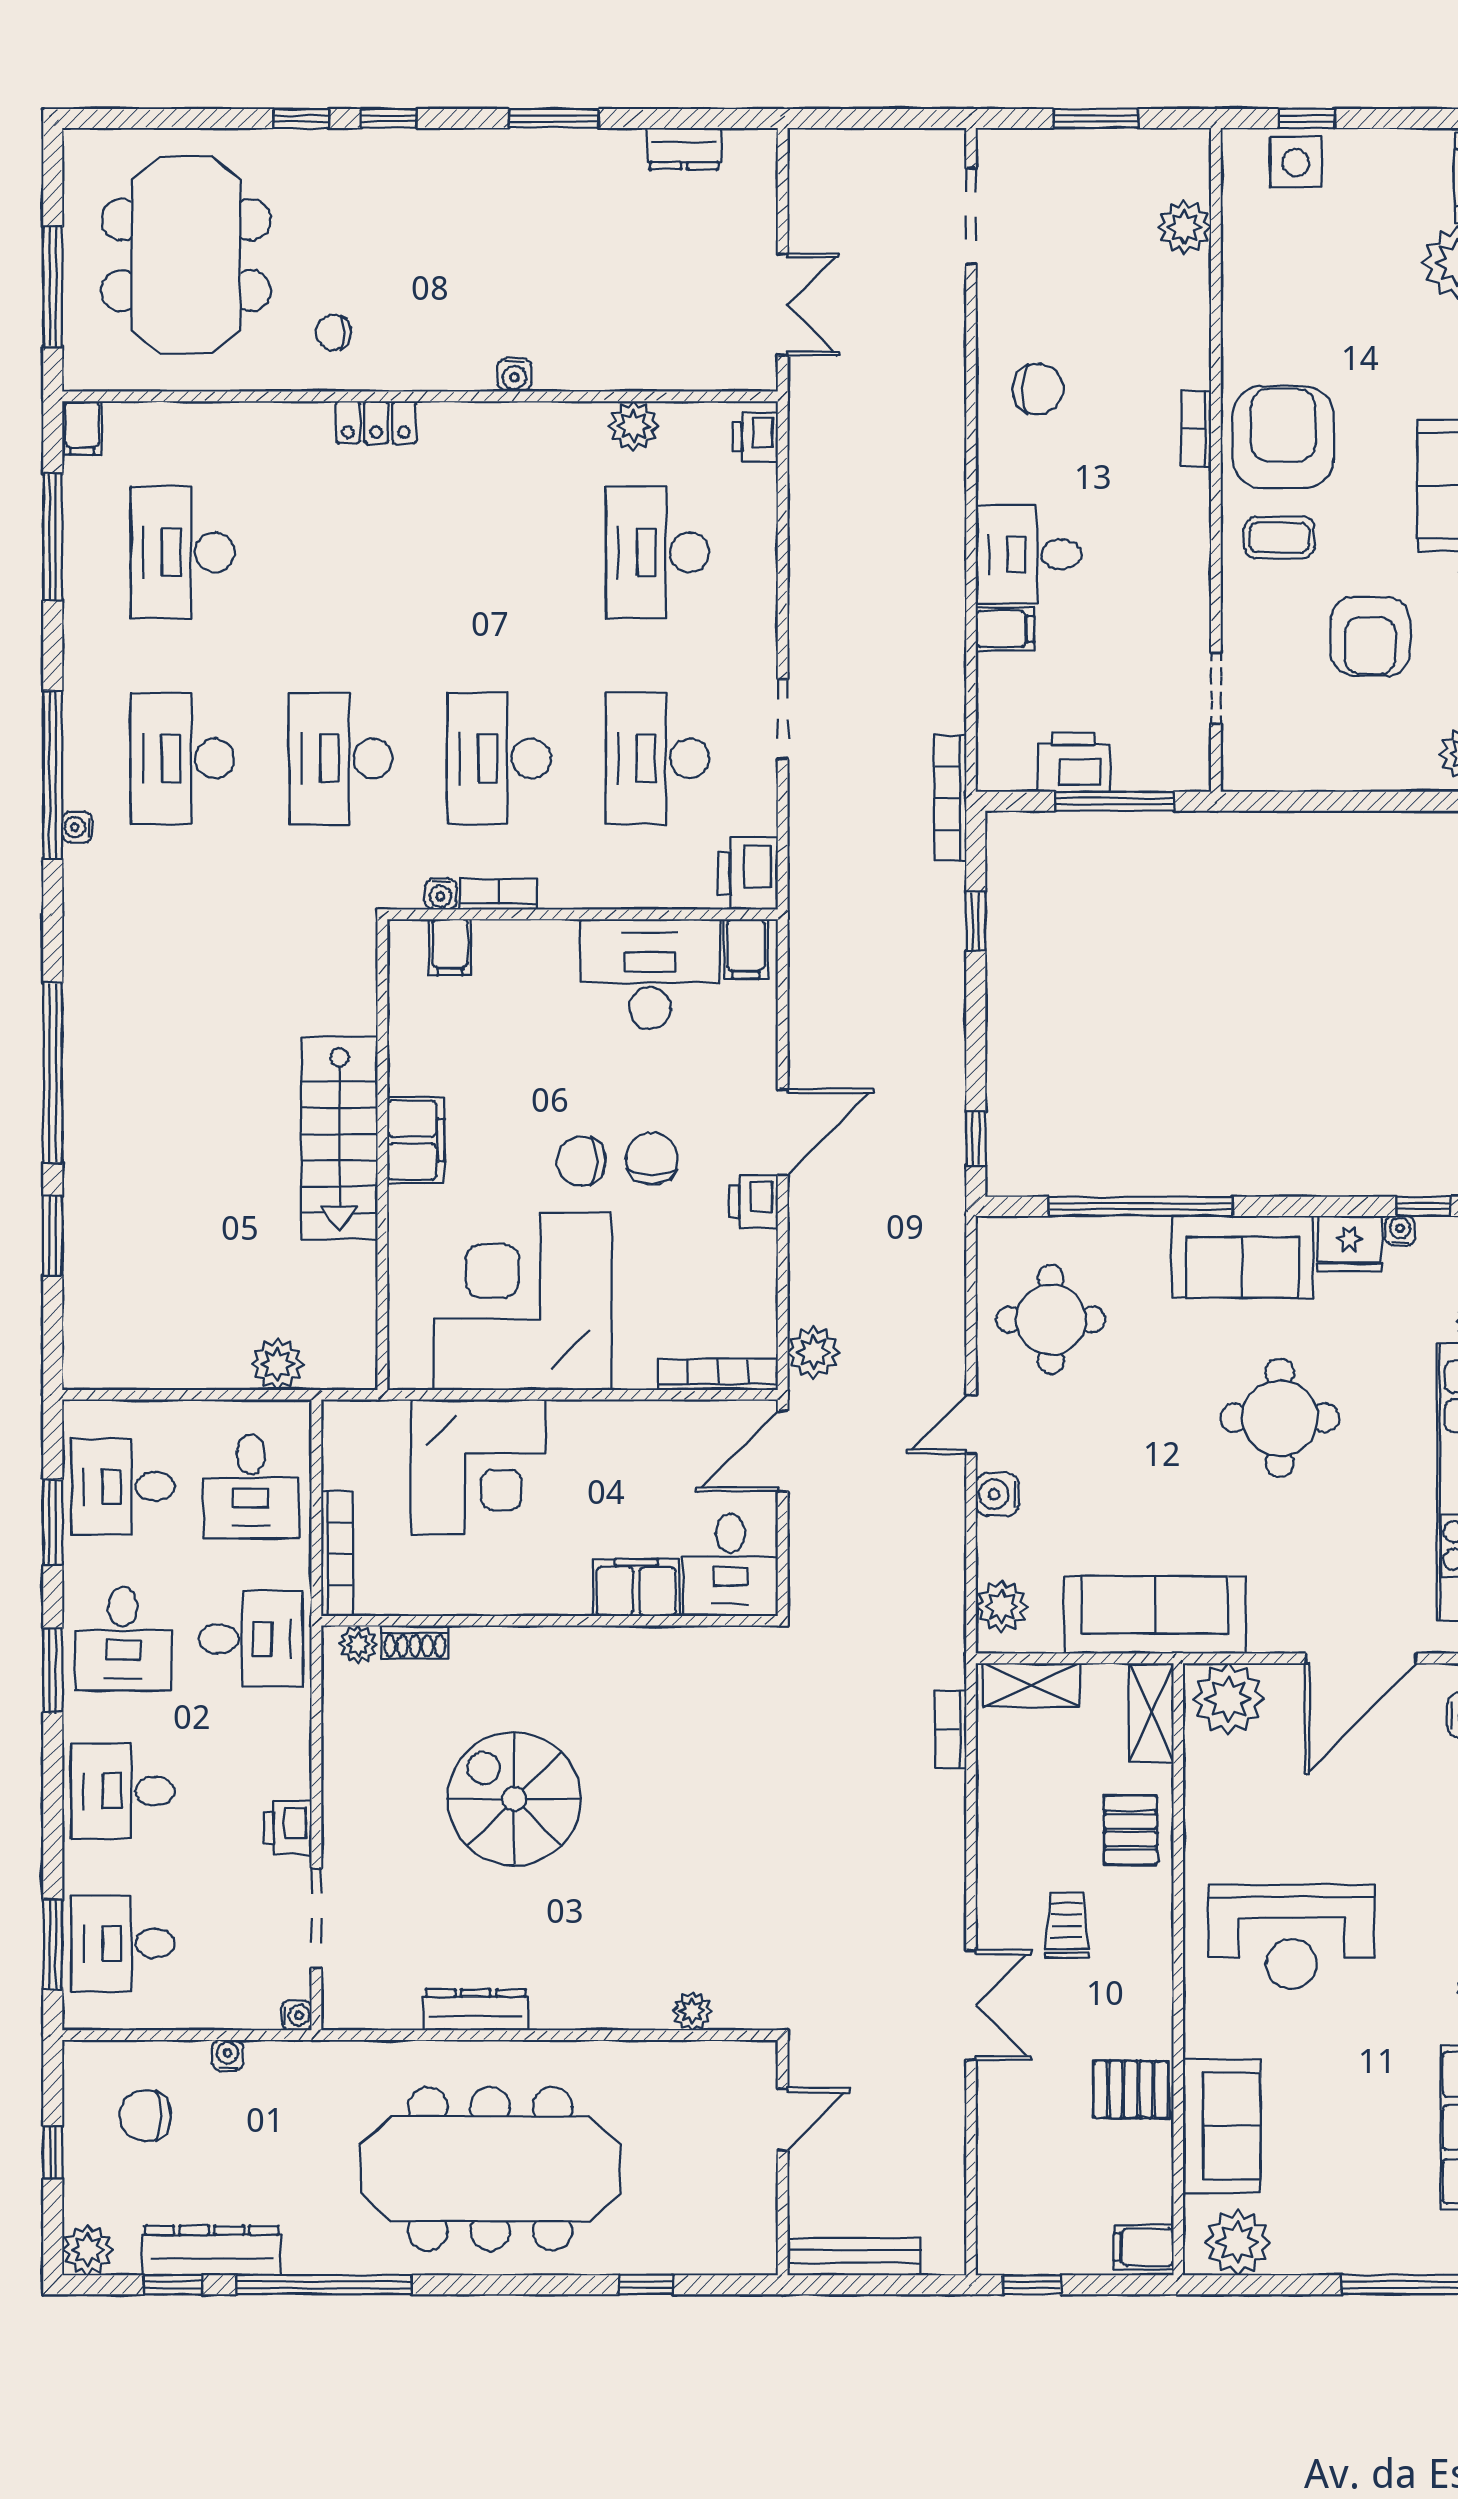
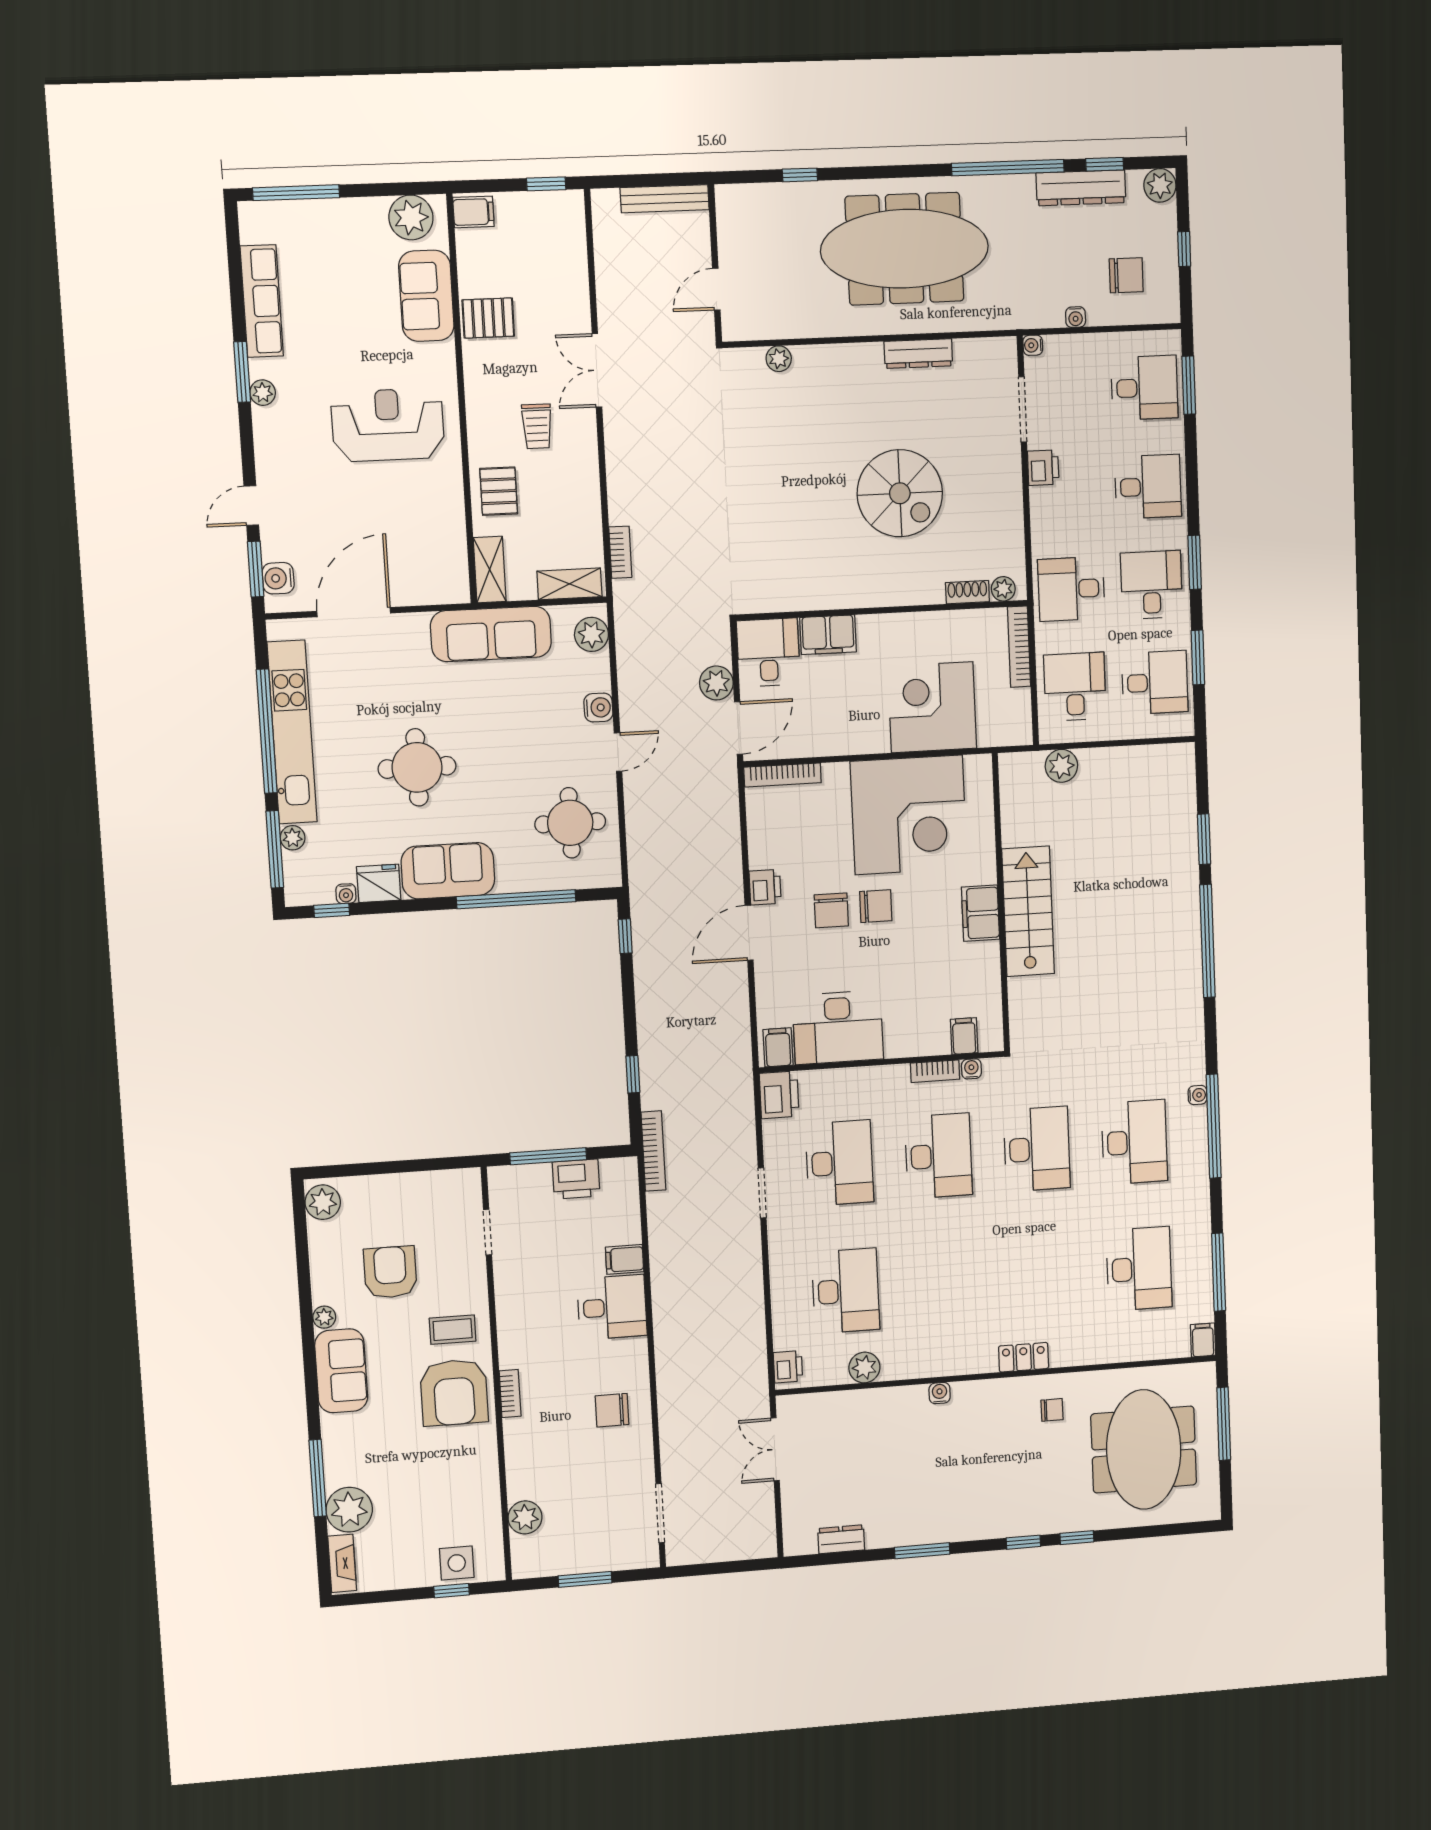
plant: (813, 1352) -> (716, 683), moved
plant: (1228, 1699) -> (439, 581), removed

